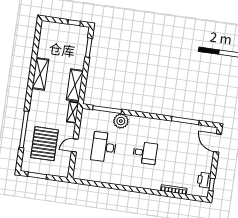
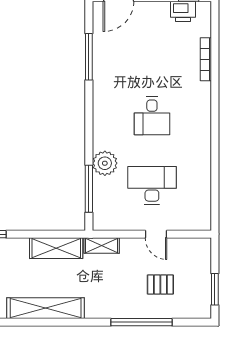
shelving: (40, 74) -> (46, 308), width x1.47
pallet: (45, 144) -> (160, 285), width x0.49, depth x0.50
desk: (104, 147) -> (152, 185), turned 180
desk: (145, 153) -> (152, 116), turned 180

